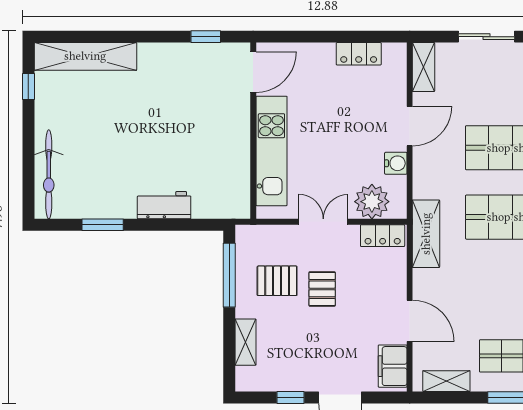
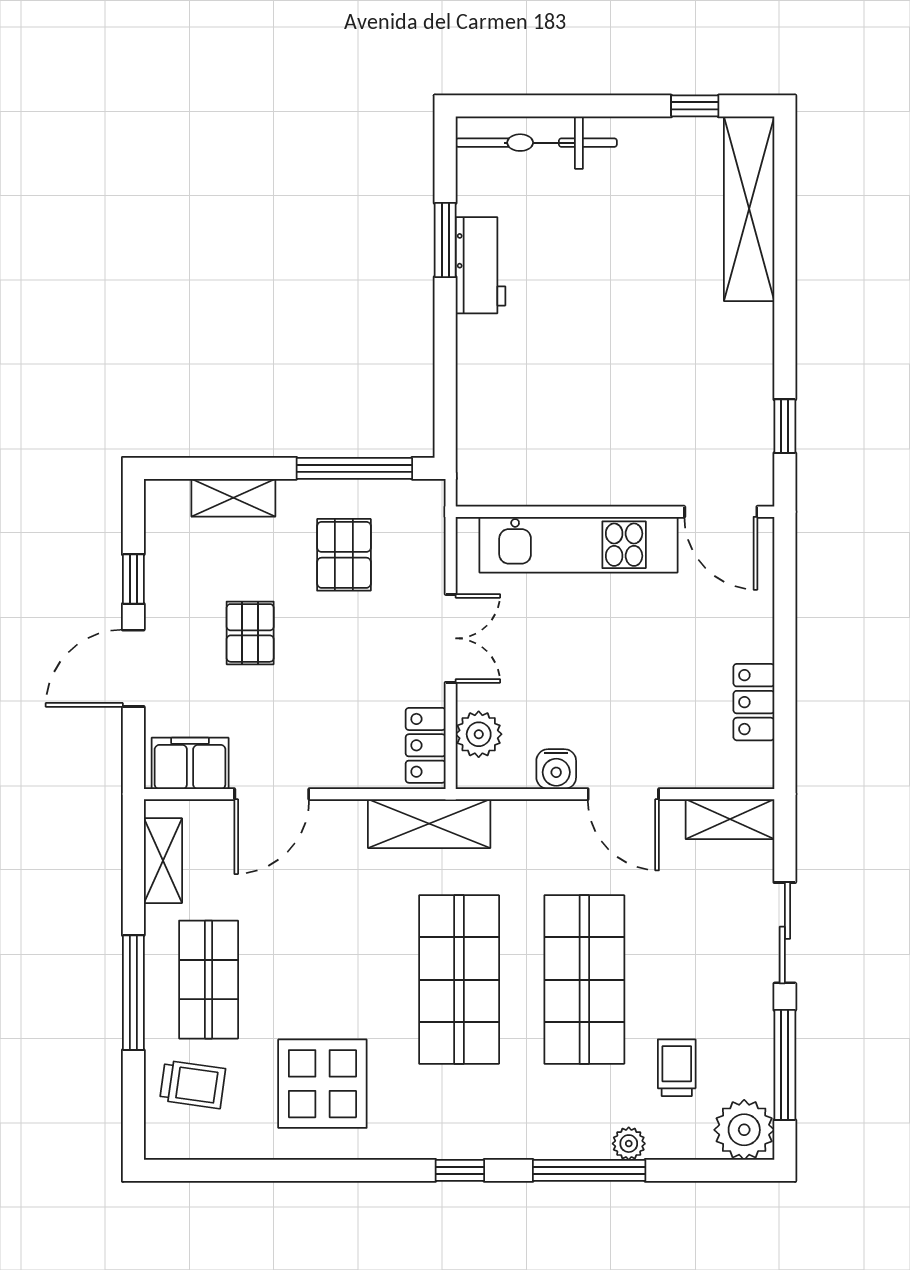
plant: (372, 202) -> (479, 734), width x0.73, depth x0.73
workbench: (164, 205) -> (481, 265), moved
pallet: (322, 289) -> (250, 633), moved, turned 90

